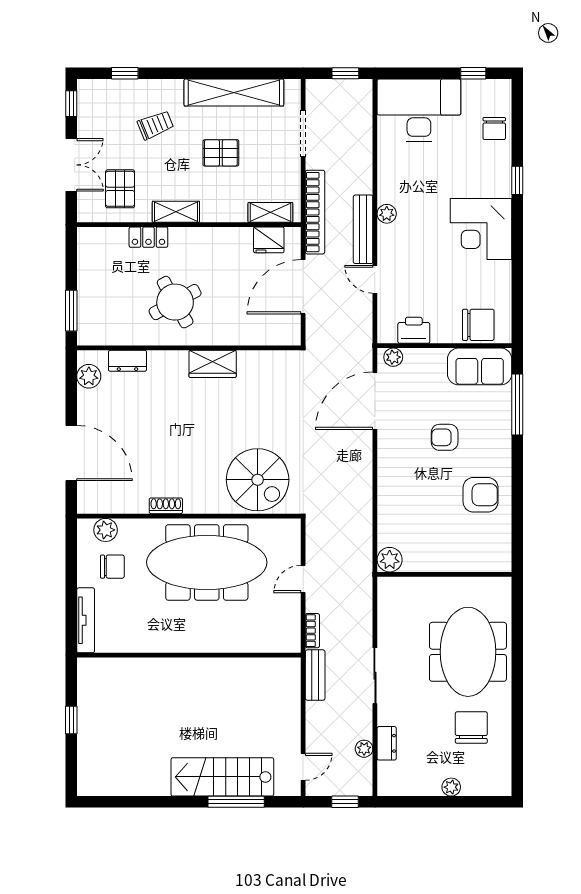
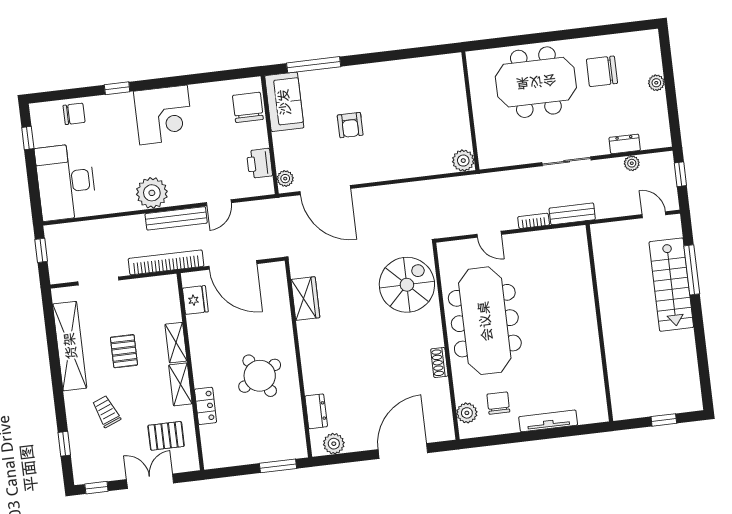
shelving: (270, 212) -> (176, 343), moved
plant: (387, 214) -> (152, 193), width x1.87, depth x1.87
wardrobe: (213, 364) -> (305, 299), moved
armchair: (481, 495) -> (397, 88), removed
wall: (189, 655) -> (599, 323), moved
window: (71, 720) -> (664, 420), moved

